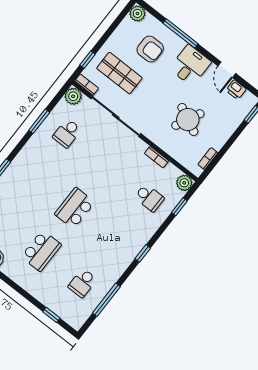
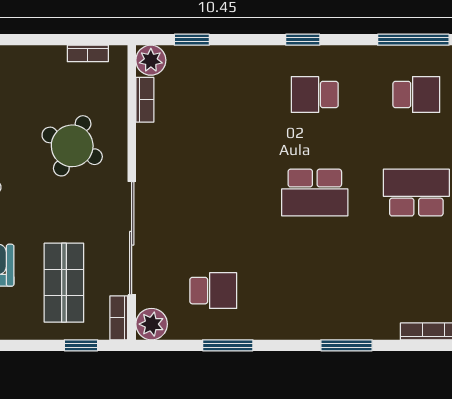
round table: (188, 119) -> (72, 146), moved
bookcase: (157, 157) -> (145, 100), moved
school desk: (149, 198) -> (315, 95), moved, turned -90

